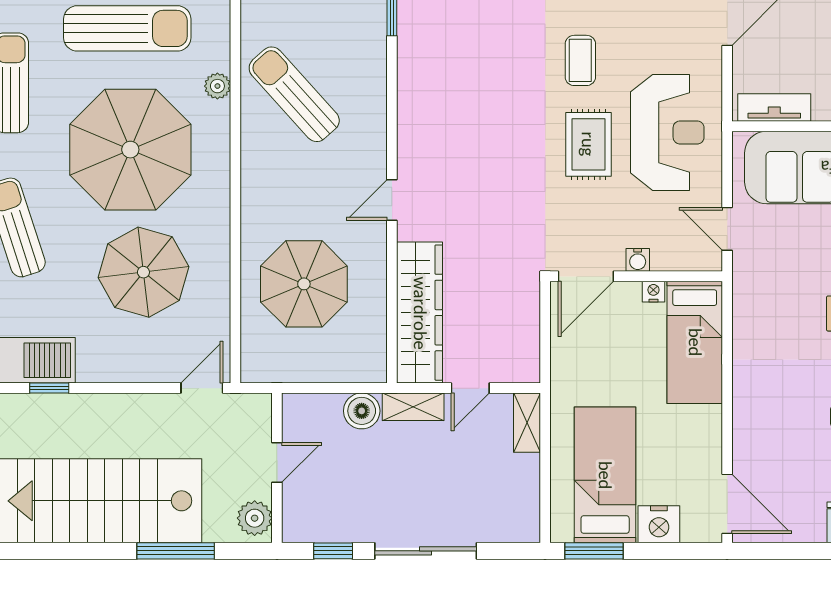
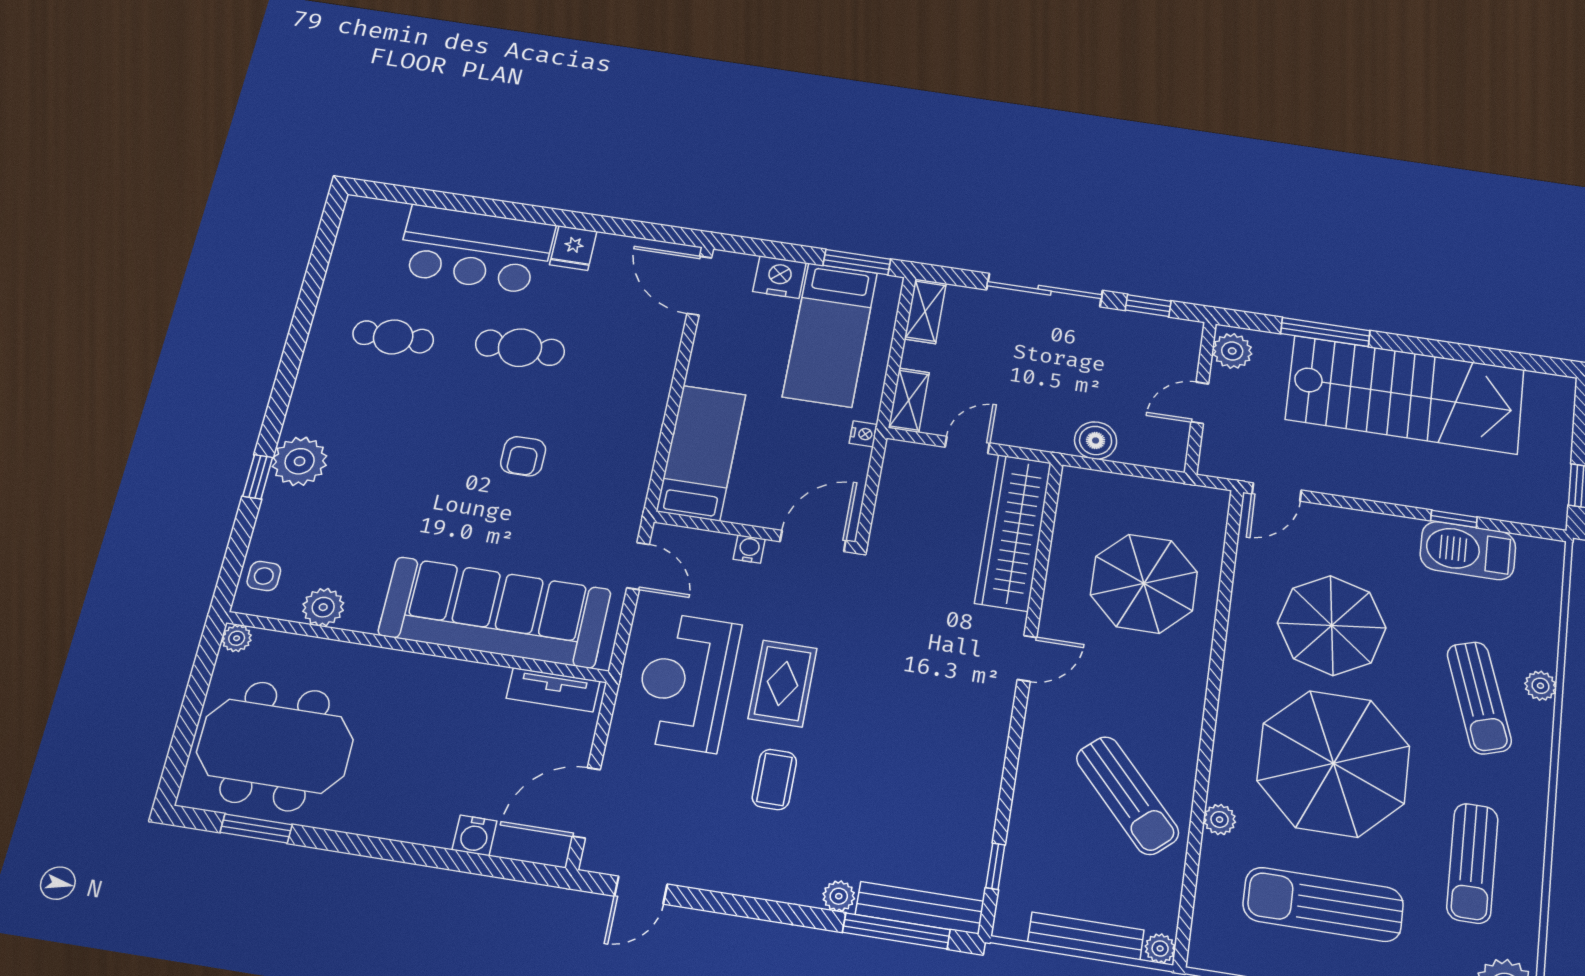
nightstand: (653, 292) -> (863, 434), moved, turned -90
shelving: (413, 407) -> (925, 311), moved, turned 90

